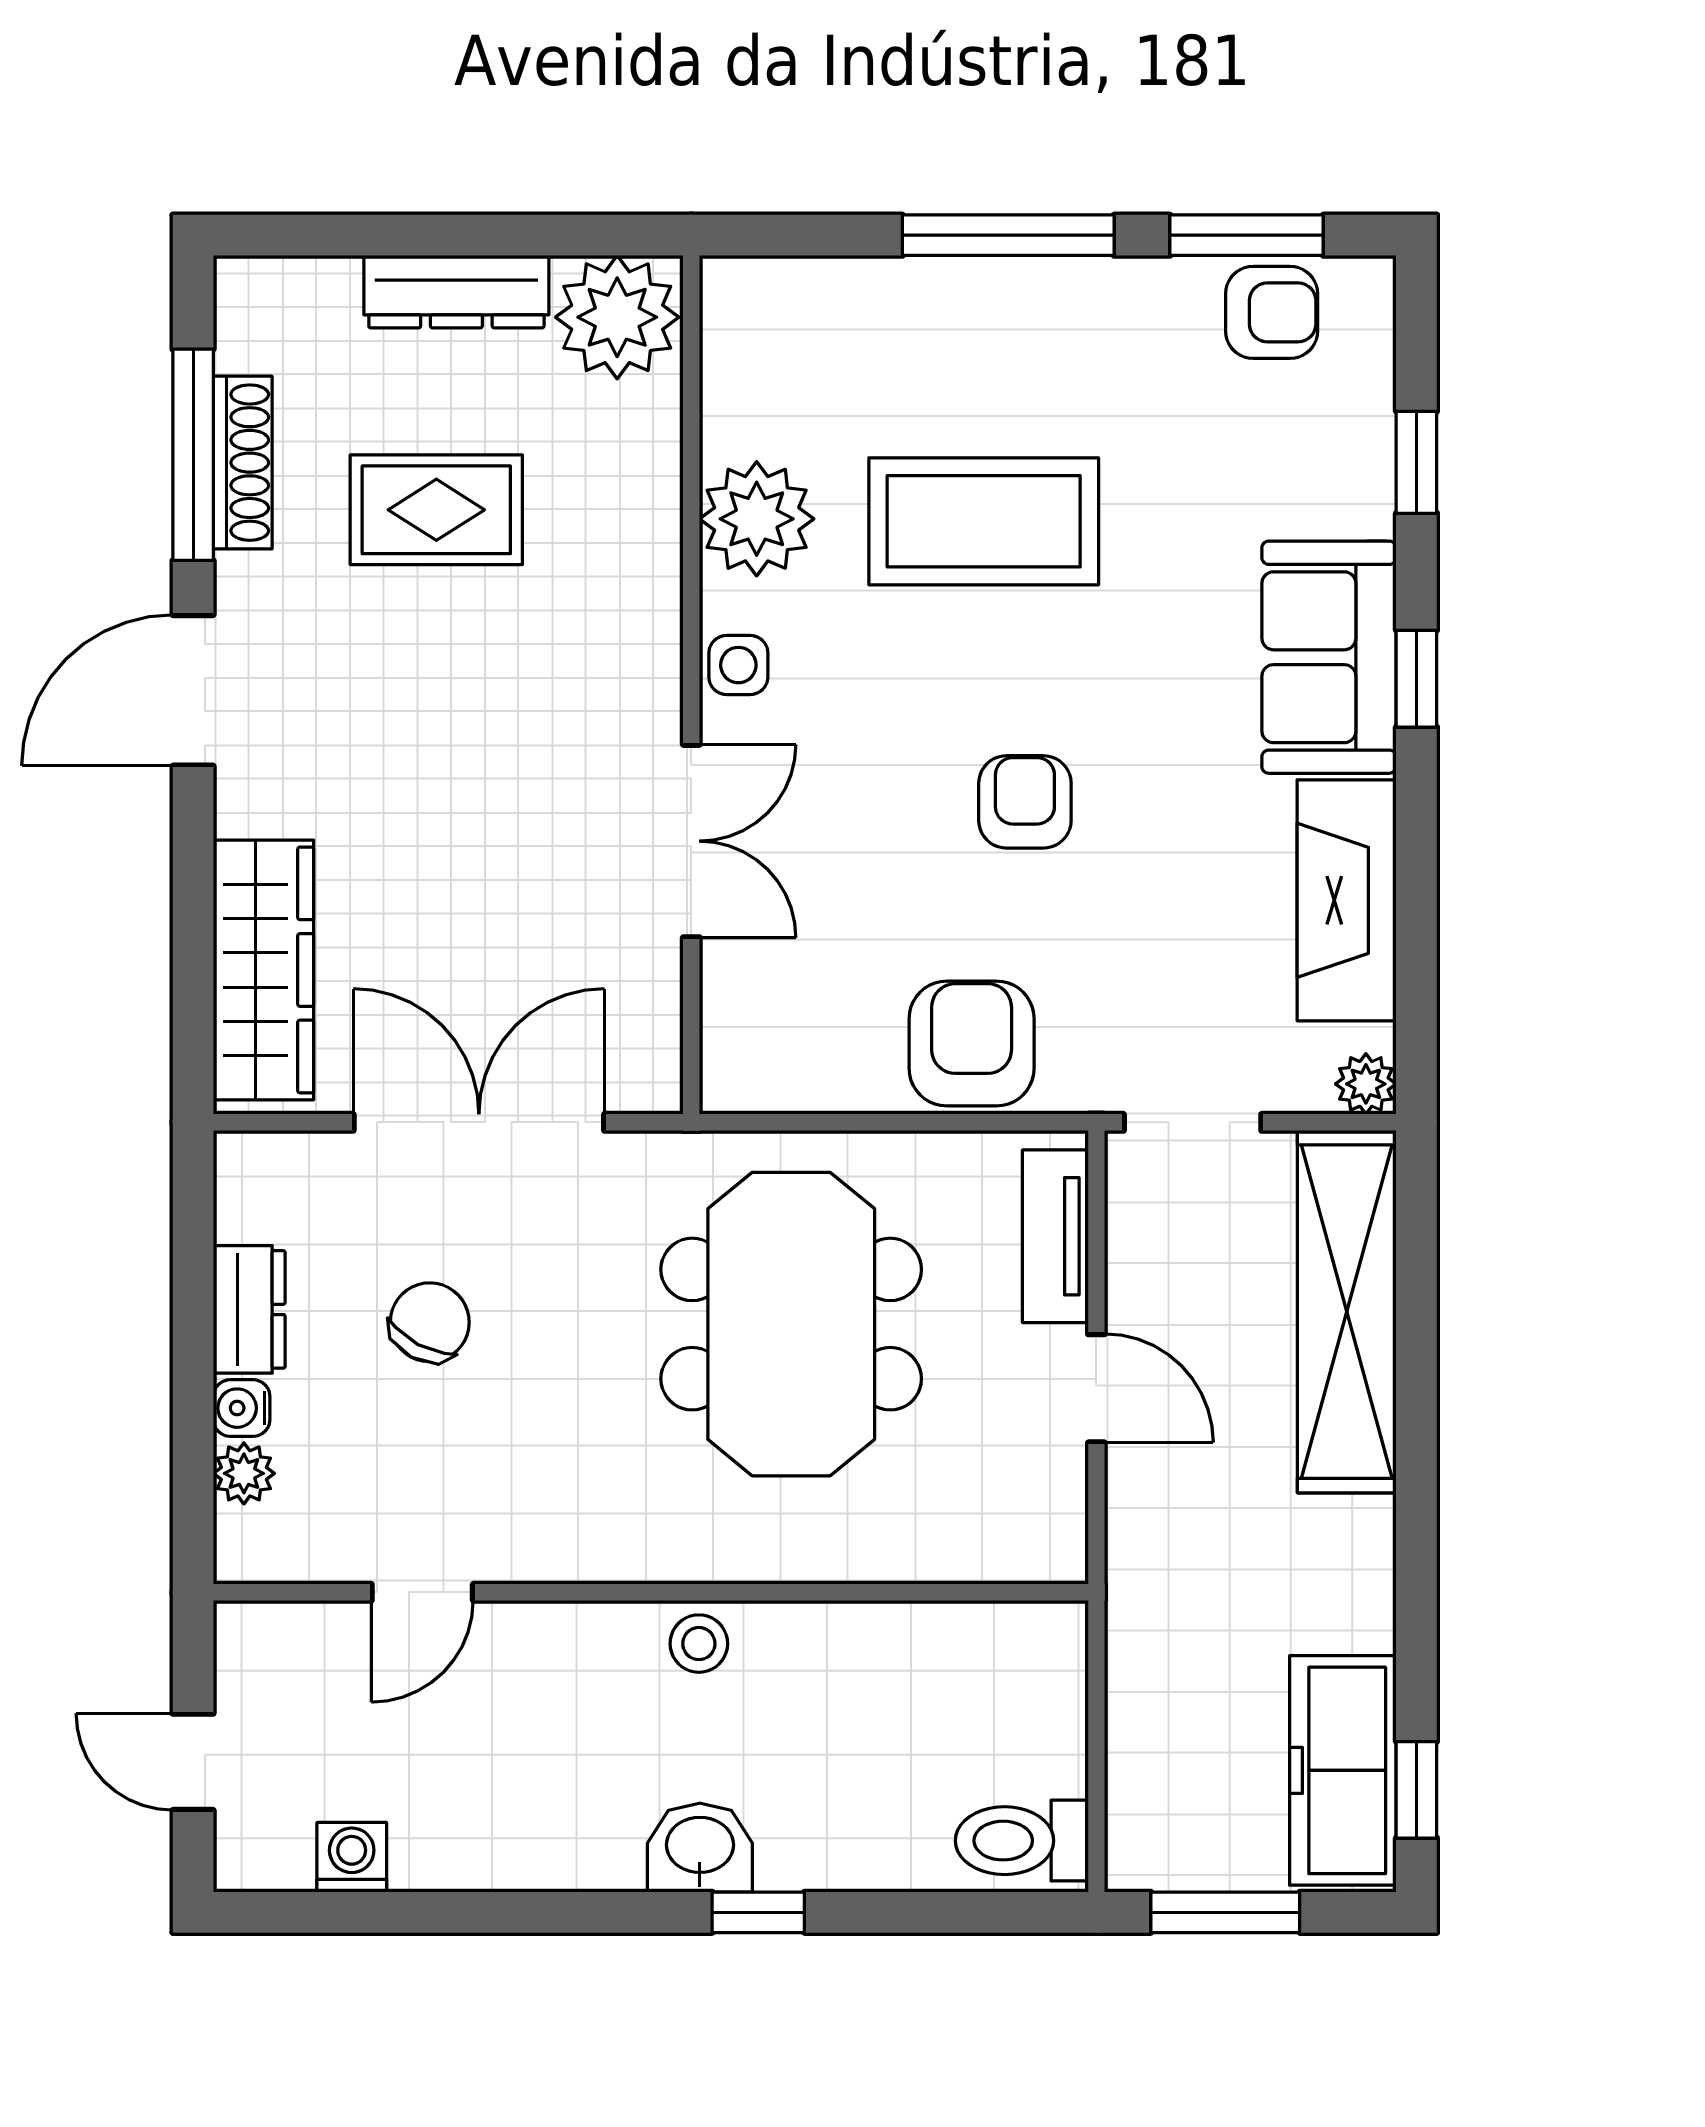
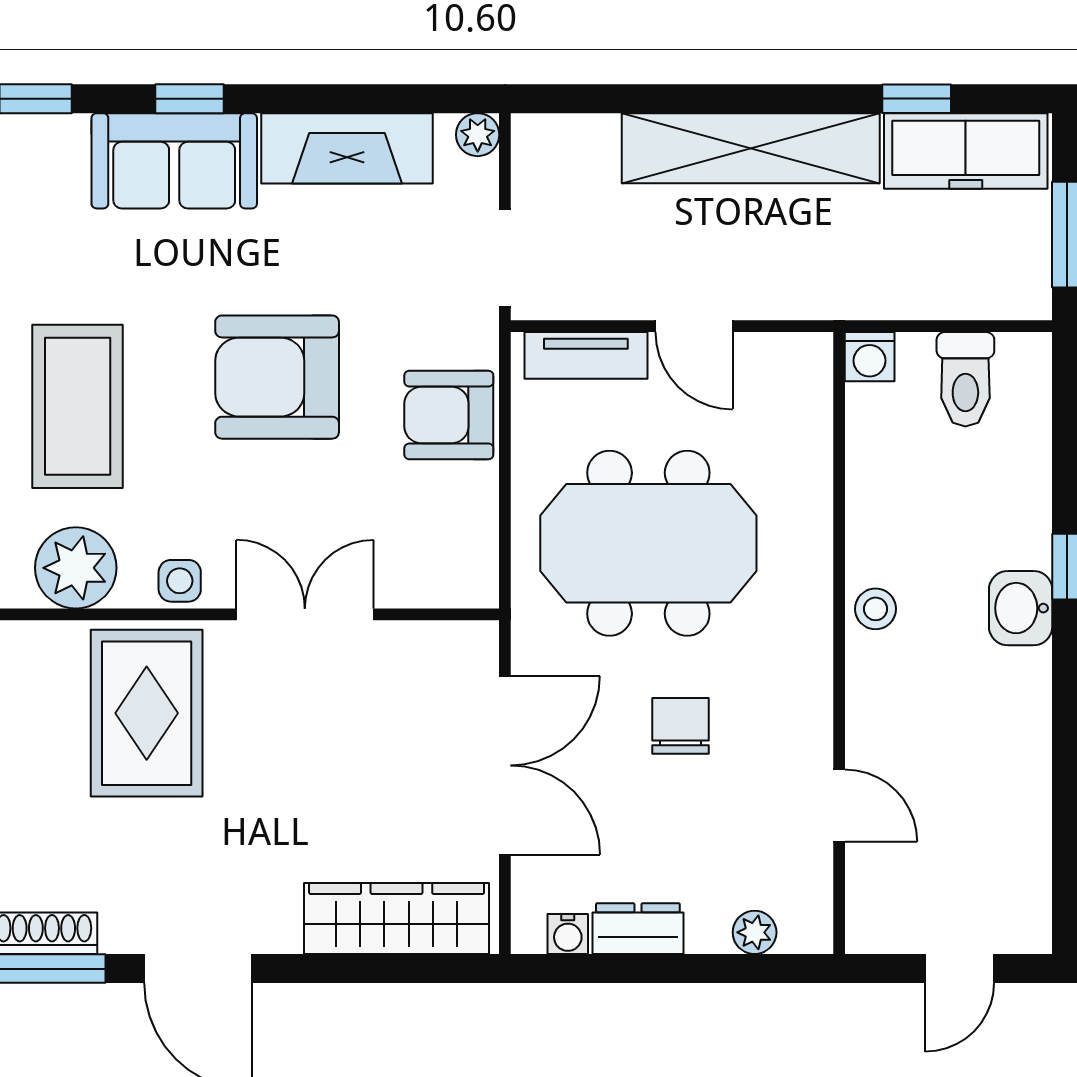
rug: (436, 510) -> (147, 713), moved, width x1.36, depth x1.43
armchair: (1025, 802) -> (277, 377), width x1.88, depth x1.88
double door: (479, 1122) -> (505, 765), swing flipped
shelving: (1347, 1312) -> (751, 148), moved
chair: (430, 1322) -> (681, 726), moved, turned 62
door: (1096, 1388) -> (694, 326), swing flipped
water cooler: (242, 1408) -> (568, 934), moved
window: (1416, 1790) -> (917, 99), moved
toilet: (1022, 1841) -> (965, 379), moved
washing machine: (352, 1857) -> (870, 357), moved, turned -90

